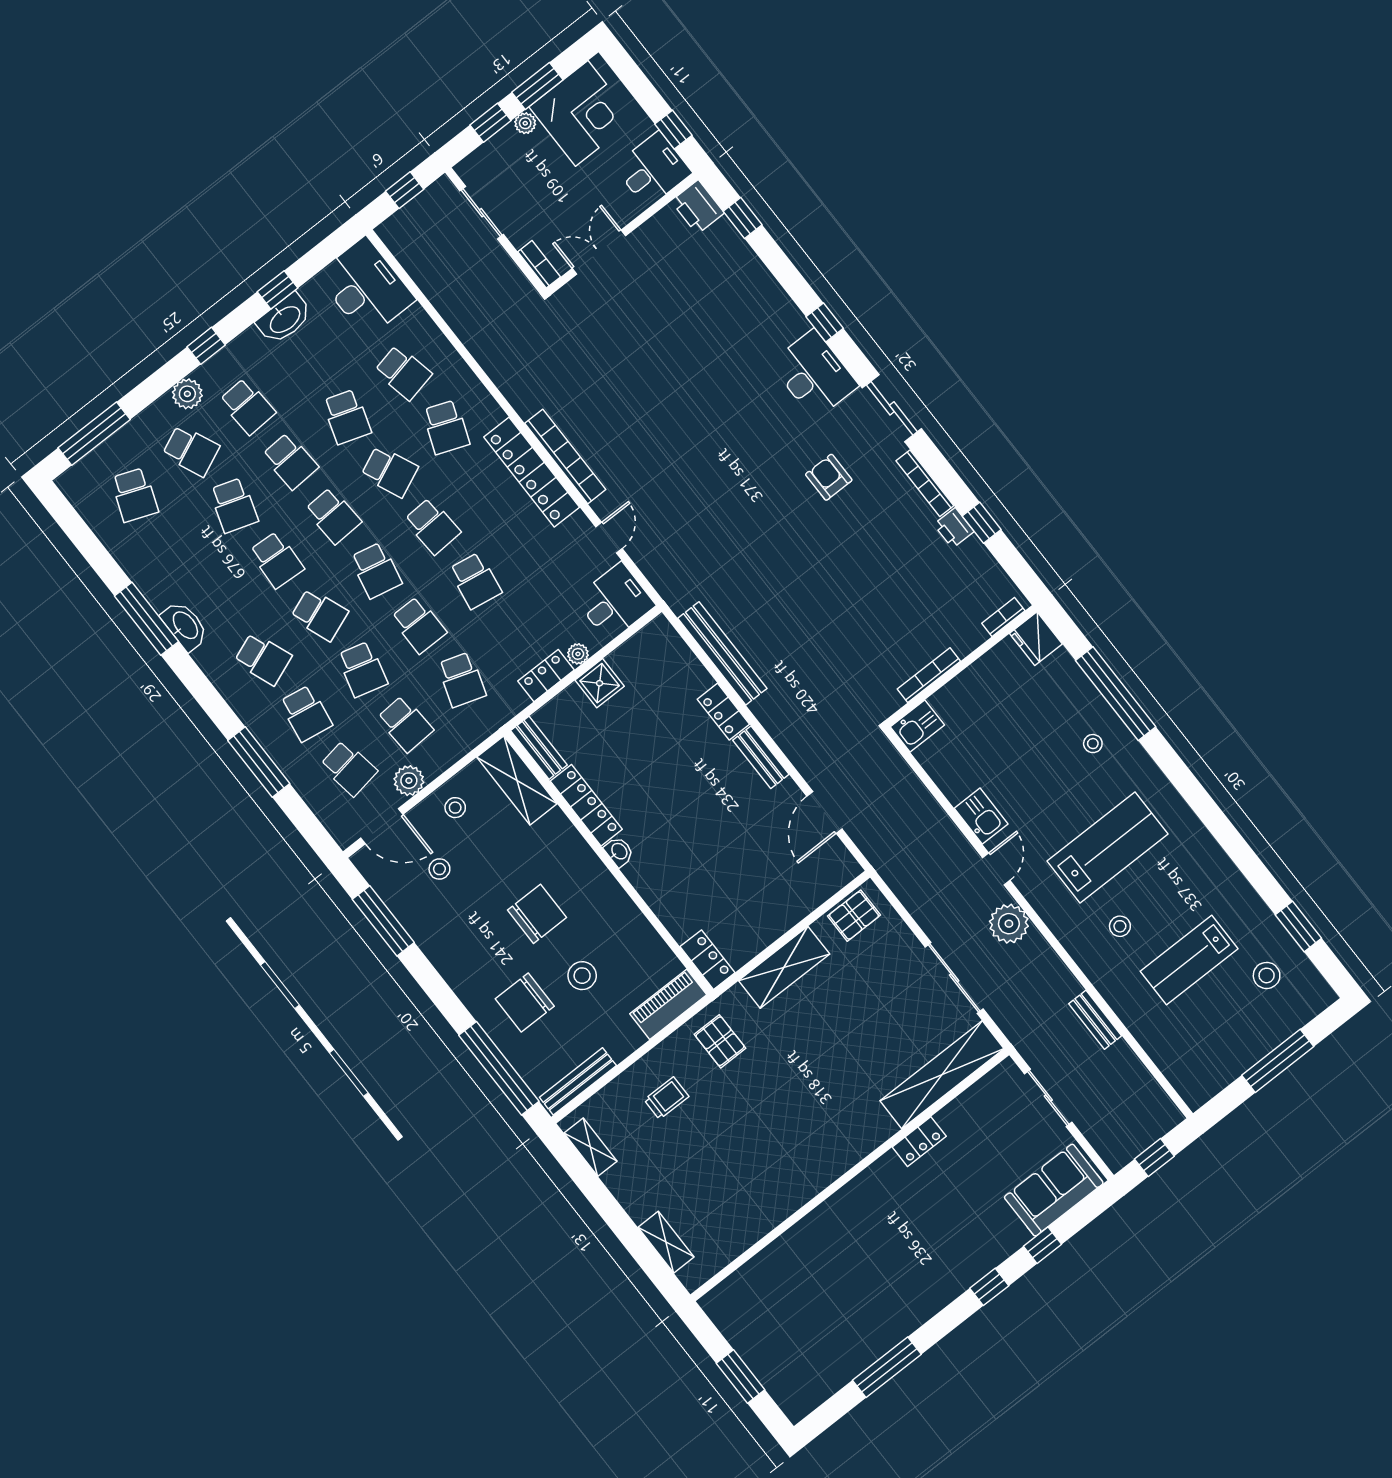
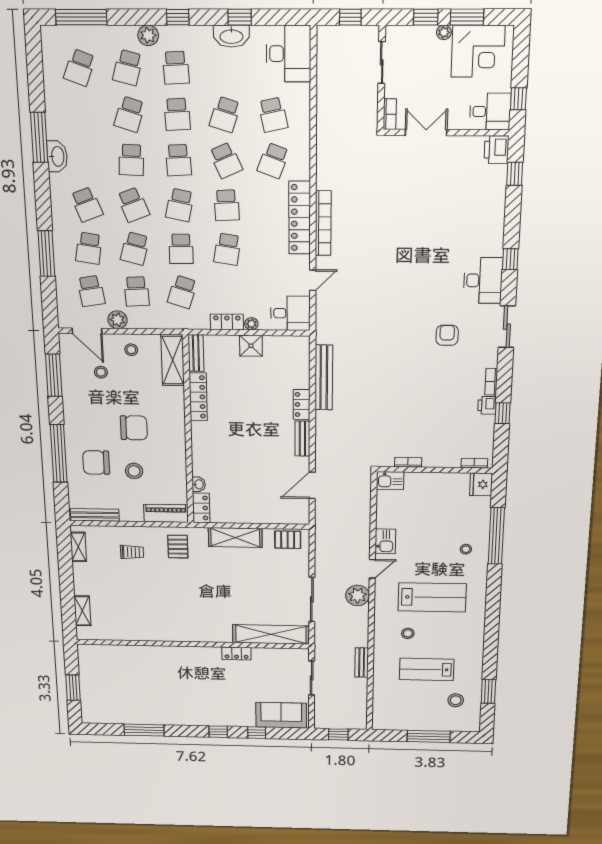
school desk: (191, 451) -> (128, 68), turned 39
bookcase: (925, 483) -> (491, 382), width x0.64
bookcase: (929, 675) -> (408, 462), width x0.64
washbasin: (619, 852) -> (199, 484), moved
window: (499, 1068) -> (59, 453), moved

